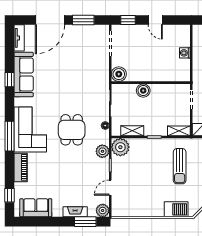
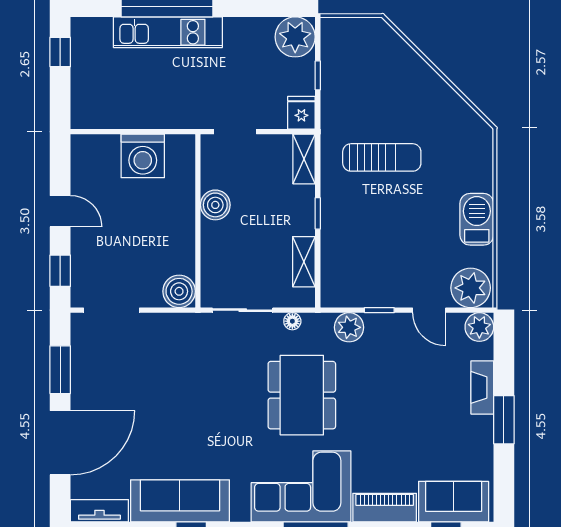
door: (50, 20) -> (60, 443), hinge flipped
door: (155, 20) -> (60, 211), hinge flipped
washing machine: (185, 53) -> (143, 156), width x1.89, depth x1.89
boiler: (143, 91) -> (215, 205), moved
dining table: (72, 130) -> (302, 395), width x1.38
plant: (120, 147) -> (471, 288), moved
sofa: (36, 208) -> (454, 502), moved, turned 90
barbecue: (176, 209) -> (477, 219), moved
window: (85, 222) -> (504, 420), moved

